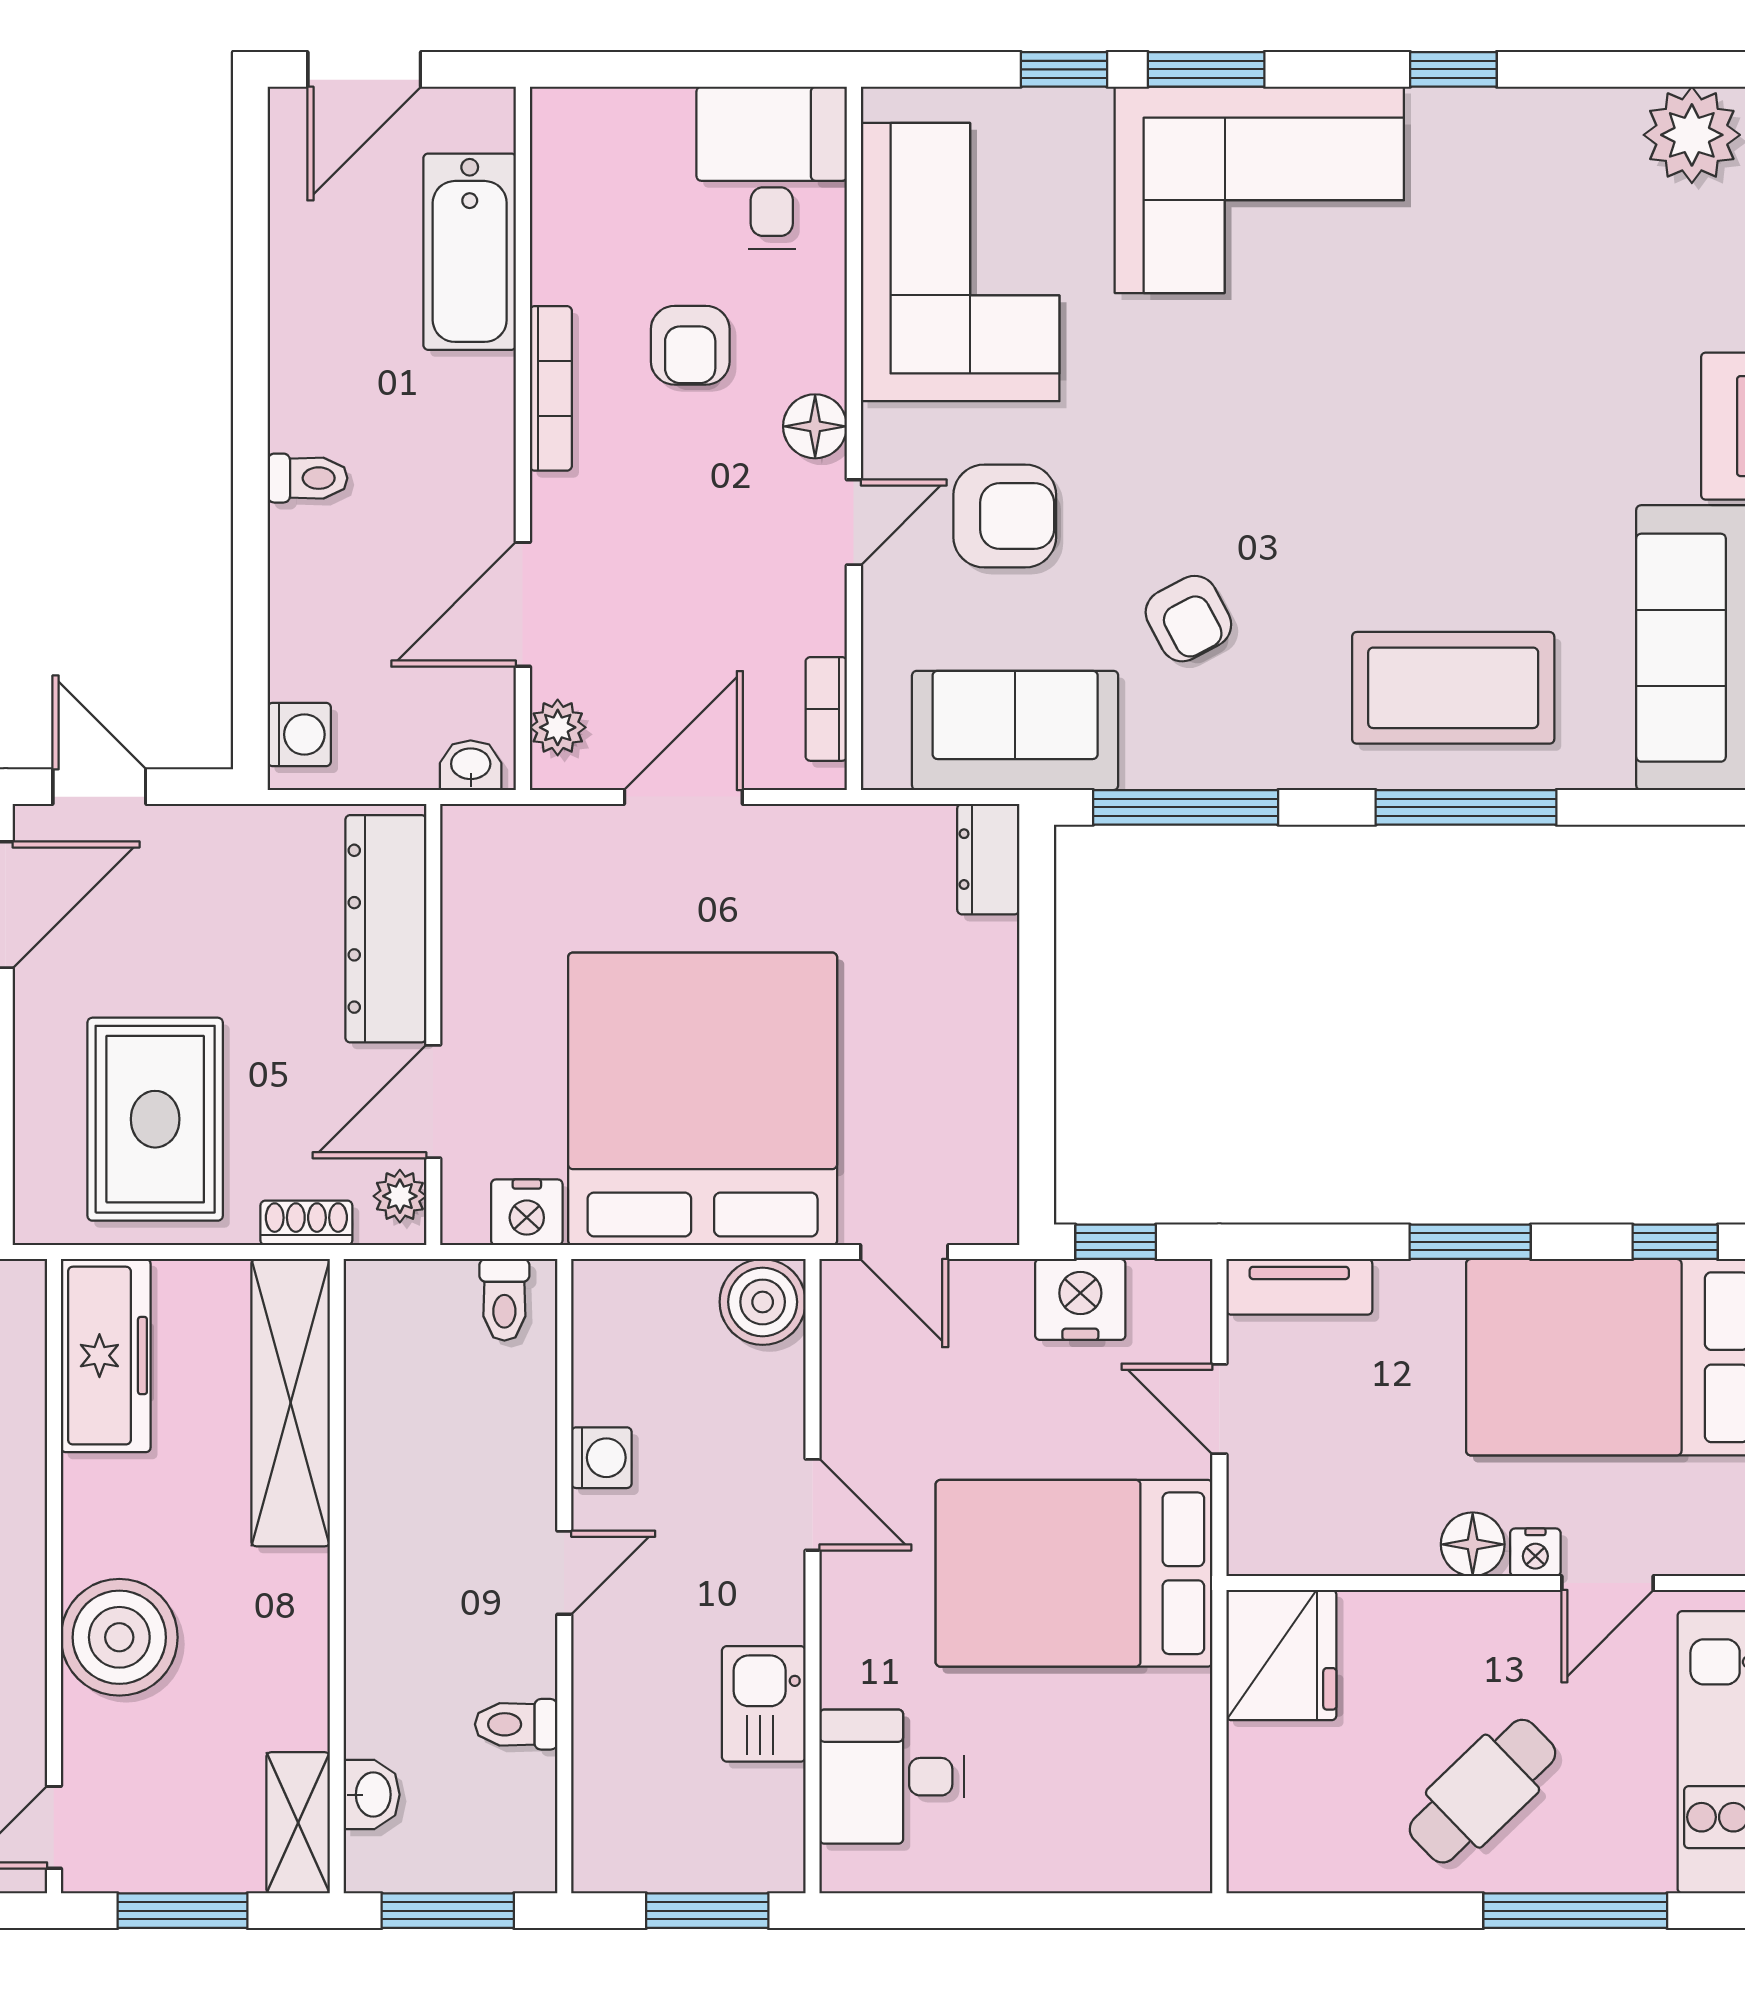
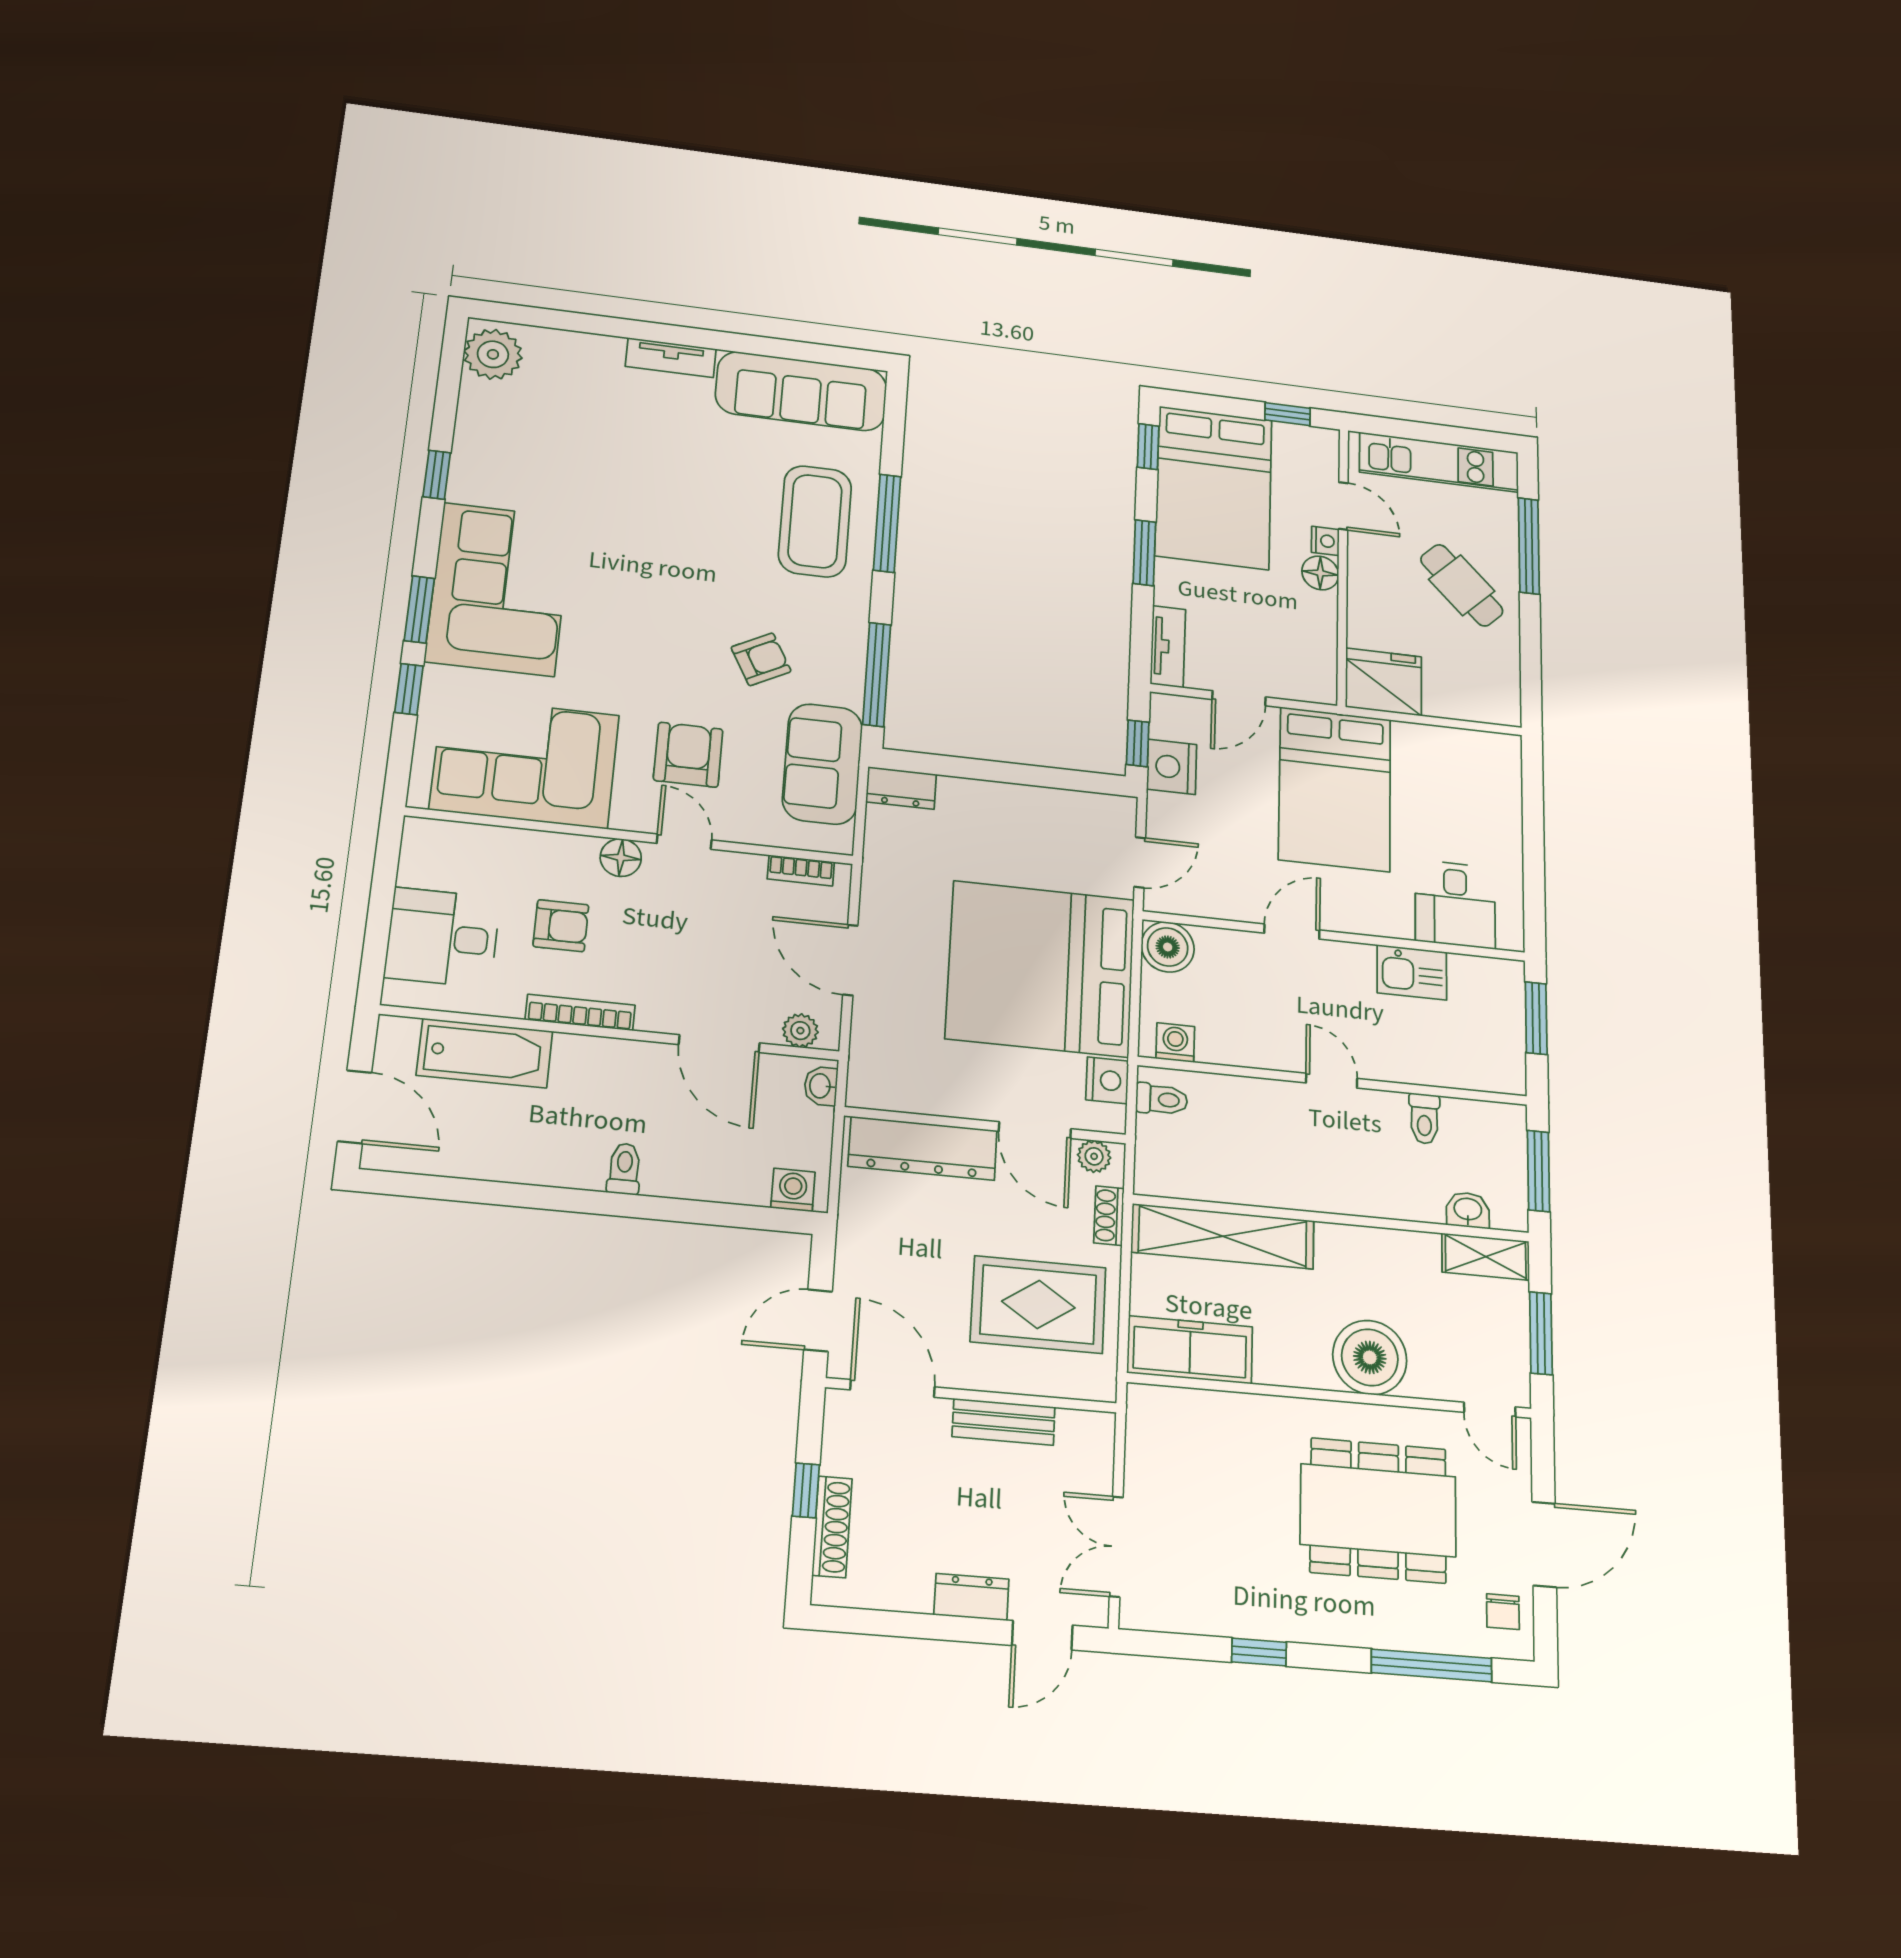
desk: (772, 168) -> (442, 938), moved
washing machine: (601, 1458) -> (1175, 1043), moved

